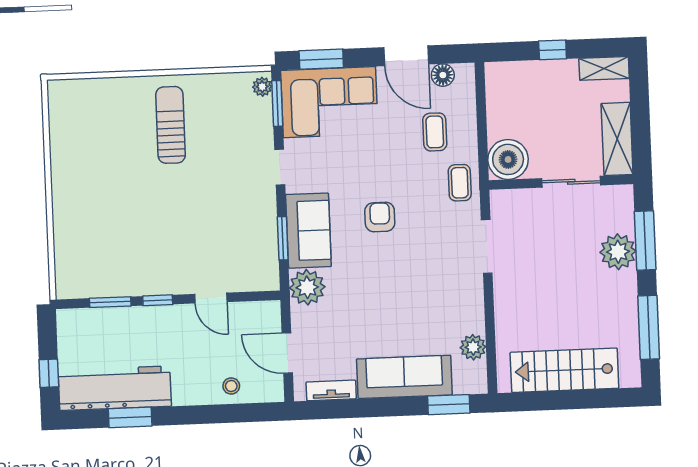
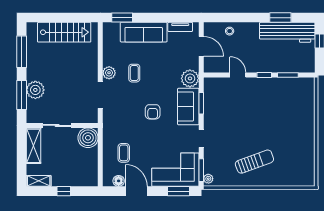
sun lounger: (171, 125) -> (254, 162), turned -110
coffee table: (460, 183) -> (134, 73), moved
plant: (473, 347) -> (109, 73), moved

